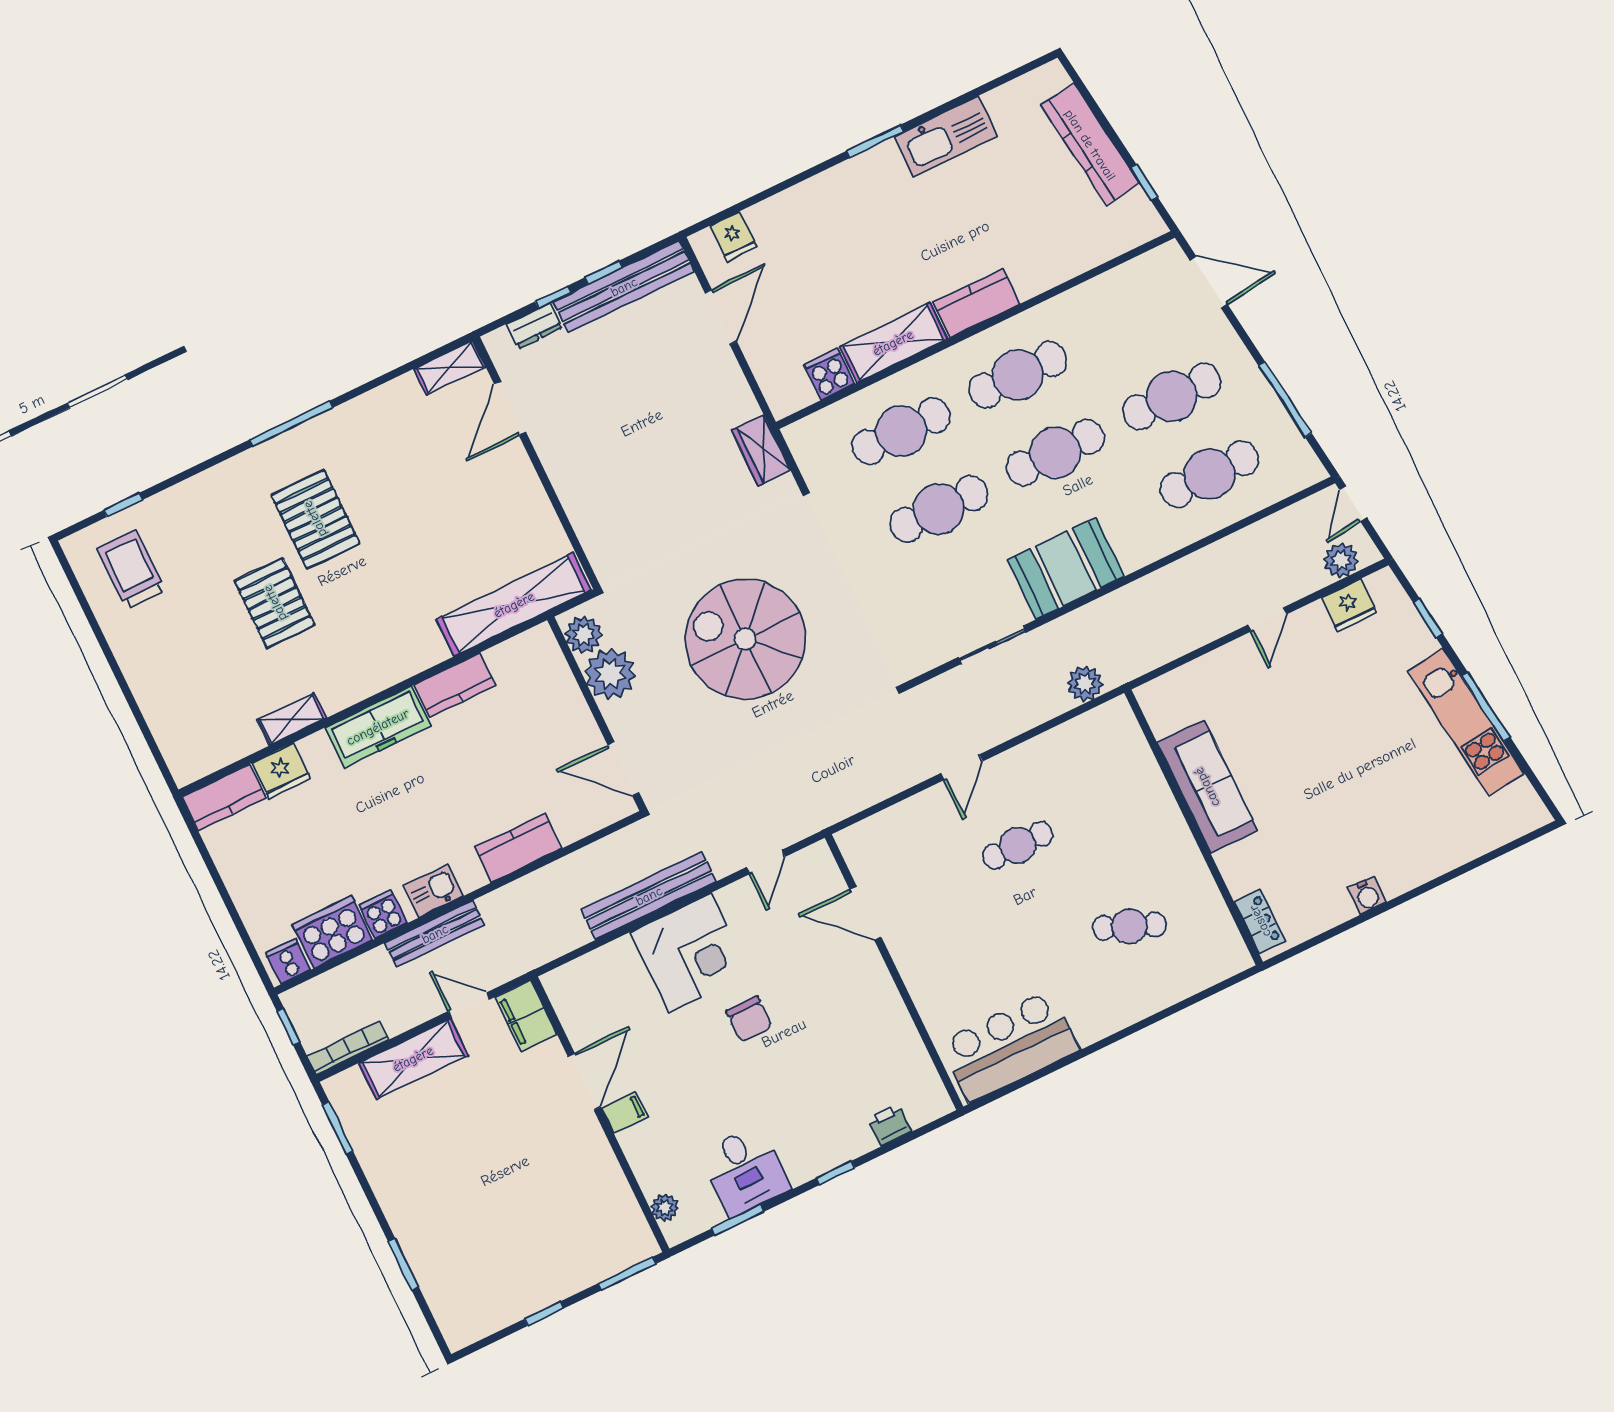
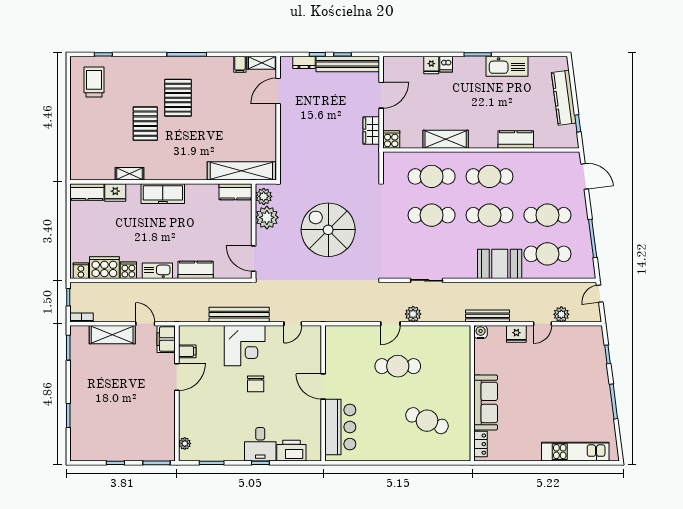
dishwasher: (821, 191) -> (446, 64), added
fridge: (733, 236) -> (431, 65), moved
kitchen counter: (977, 303) -> (516, 139), moved
cooker: (829, 374) -> (391, 139), moved
filing cabinet: (407, 392) -> (240, 64), added
wardrobe: (761, 450) -> (371, 130), moved
plant: (1341, 560) -> (561, 314), moved
booth: (1066, 568) -> (500, 264), moved
fridge: (1349, 605) -> (516, 334), moved
plant: (1085, 683) -> (413, 314), moved
kitchen counter: (455, 685) -> (236, 192), moved
kitchen unit: (1466, 722) -> (575, 452), moved, turned 97
sofa: (1207, 787) -> (486, 402), moved
cafe table: (1018, 845) -> (398, 366), width x1.37, depth x1.35
kitchen sink: (433, 891) -> (157, 271), width x1.38
water cooler: (1367, 895) -> (481, 332), moved, turned 180
door: (866, 913) -> (323, 386), moved
cafe table: (1129, 926) -> (427, 421), width x1.37, depth x1.35
bench: (435, 934) -> (487, 316), moved
bar counter: (1010, 1046) -> (340, 427), moved, turned 90
bookcase: (348, 1048) -> (82, 317), width x0.64
filing cabinet: (625, 1113) -> (187, 351), moved
printer: (889, 1125) -> (291, 451), width x1.87, depth x1.48
desk: (745, 1171) -> (260, 444), moved

